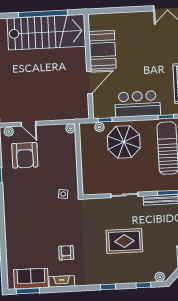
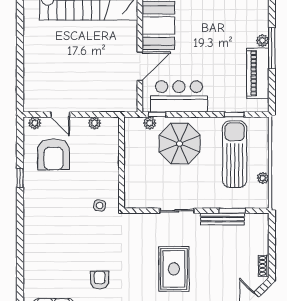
bar counter: (138, 104) -> (179, 96), moved
plant: (70, 128) -> (95, 123), moved
rug: (124, 241) -> (174, 269), turned 90

